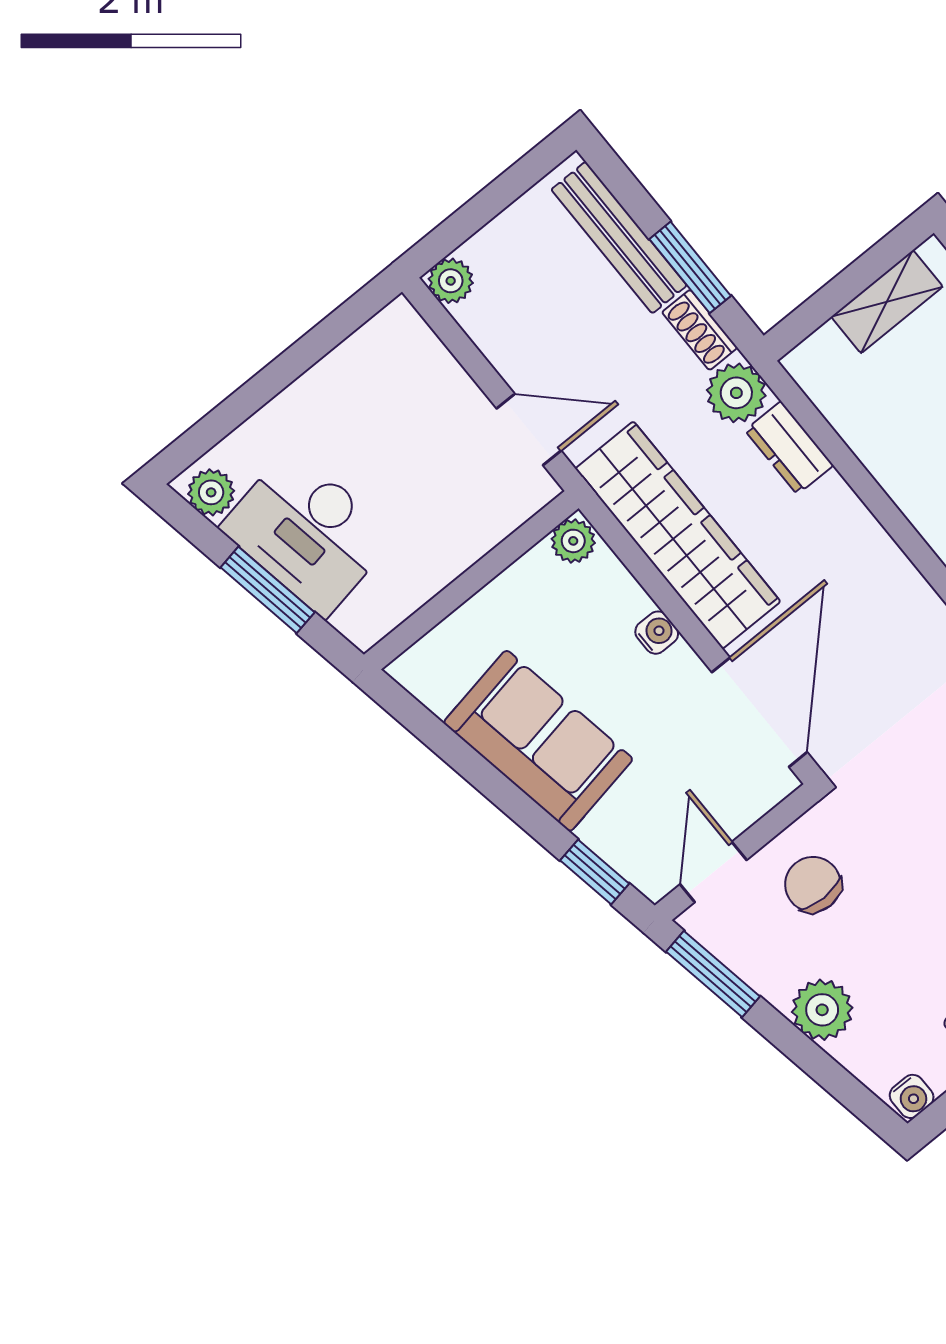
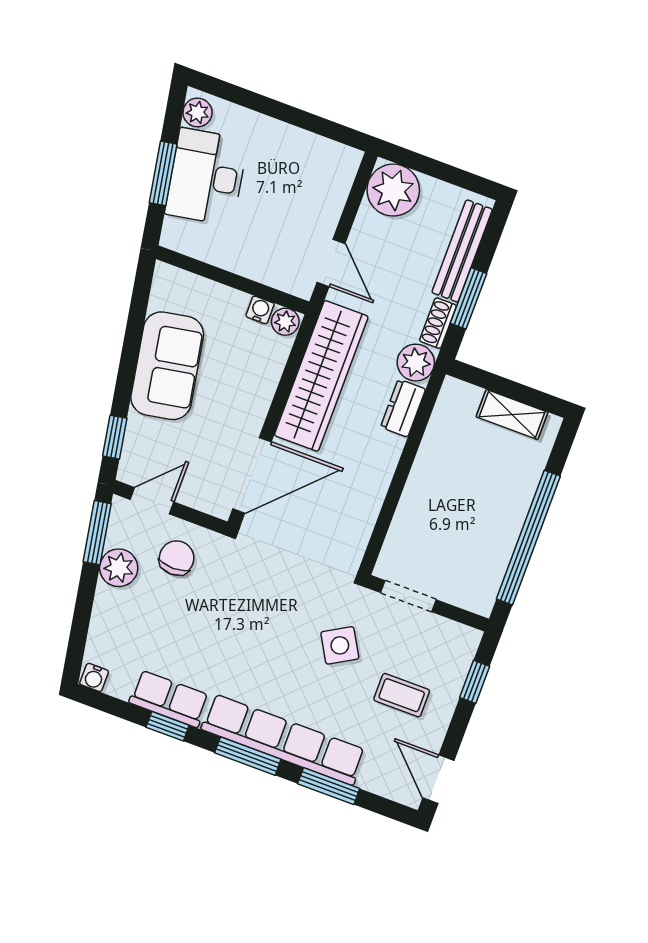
plant: (451, 281) -> (393, 190), width x1.87, depth x1.87
water cooler: (657, 633) -> (260, 310), moved, turned -90
plant: (822, 1010) -> (119, 568), moved

